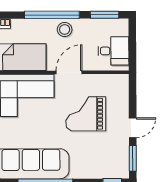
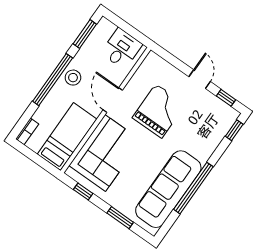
grand piano: (86, 114) -> (159, 111), turned 180
window: (133, 158) -> (226, 98), width x0.67

